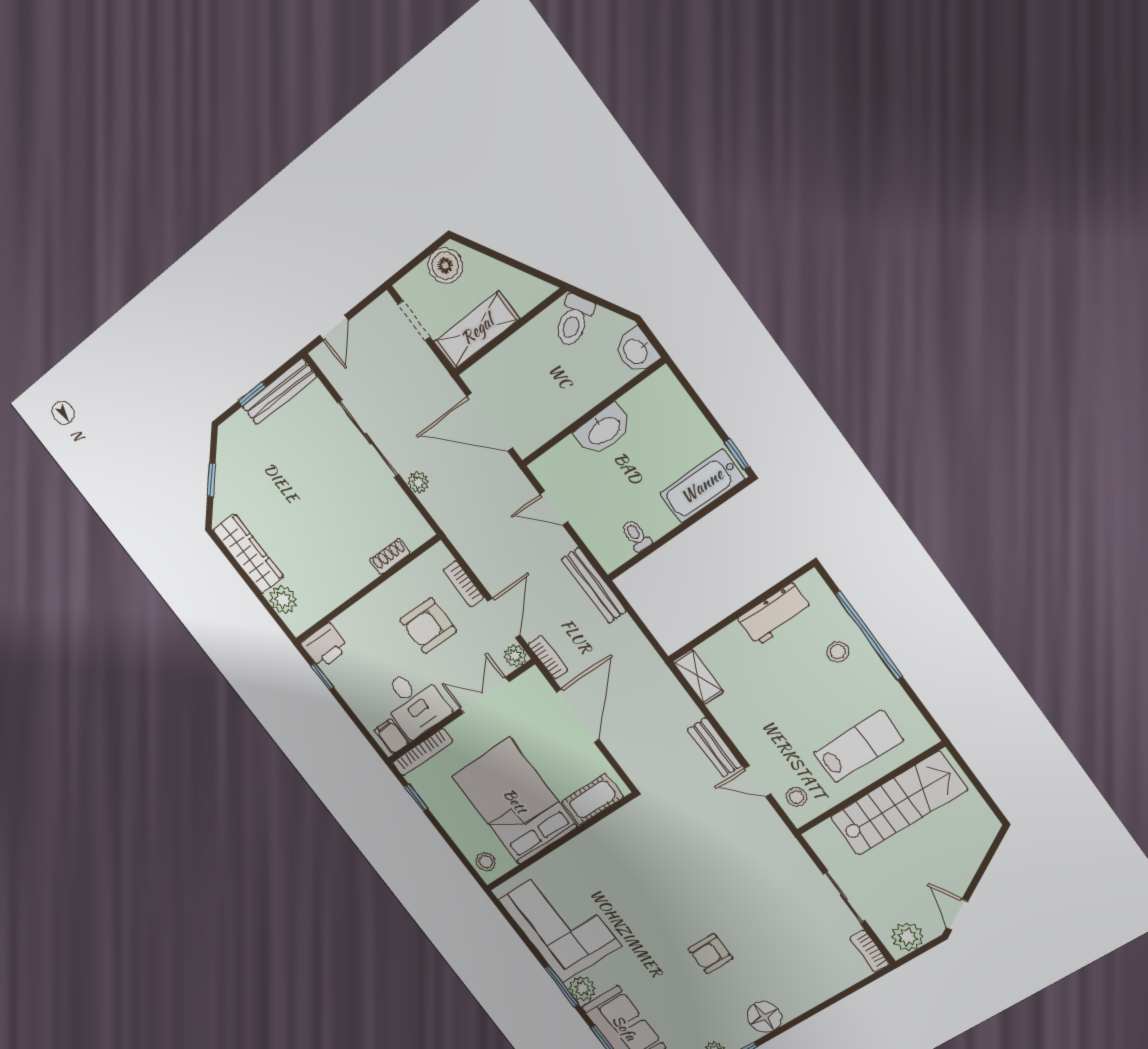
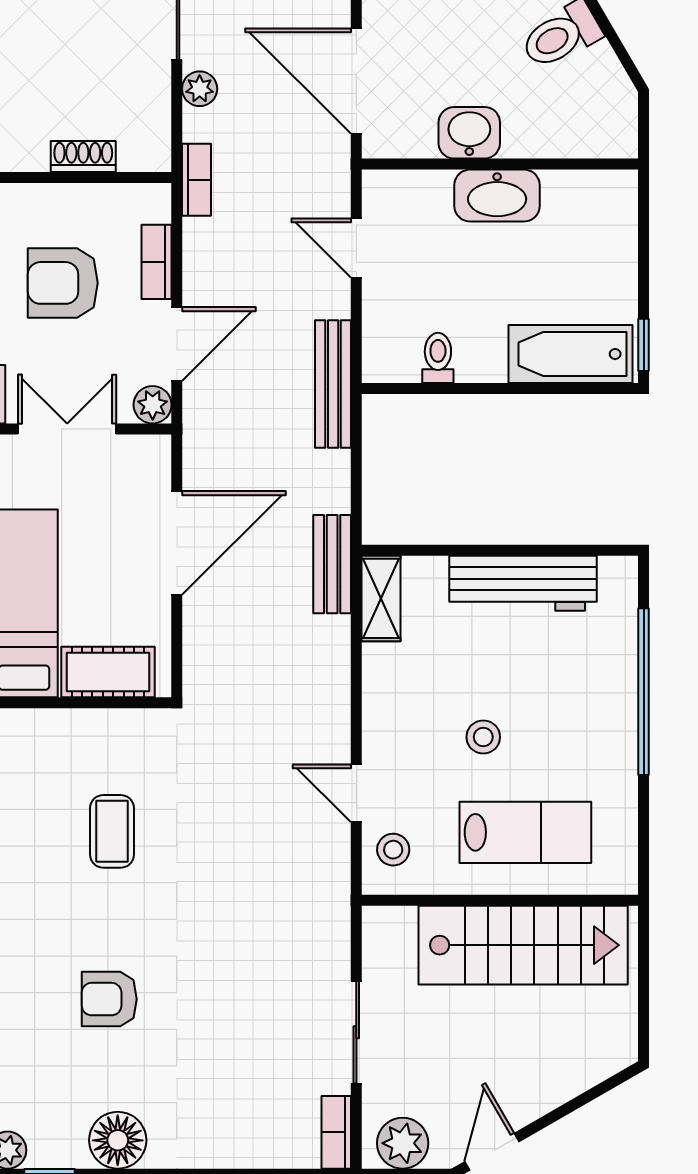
washbasin: (636, 351) -> (469, 133), moved, turned 90
workbench: (775, 614) -> (523, 583), width x1.38
stool: (838, 652) -> (483, 737), moved
bookcase: (548, 657) -> (197, 180), moved
bench: (715, 747) -> (332, 564), moved
coffee table: (652, 874) -> (112, 831), added

